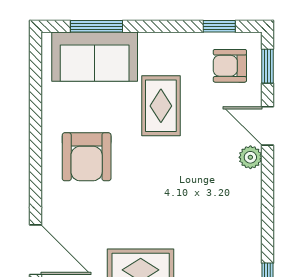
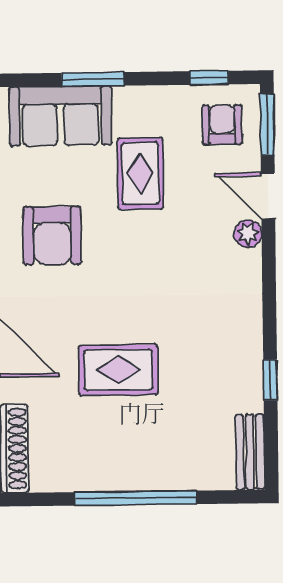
window: (96, 26) -> (93, 79), moved
armchair: (230, 66) -> (222, 125), turned 90
window: (268, 66) -> (267, 125), width x1.50

